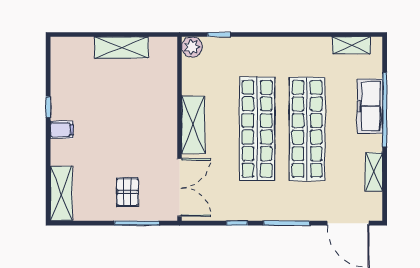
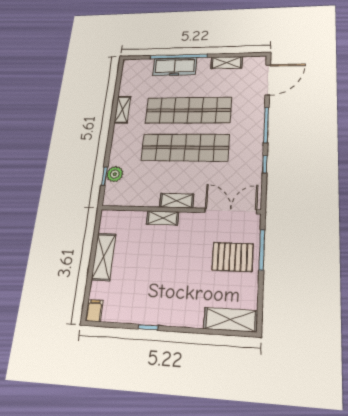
shelving: (352, 45) -> (122, 110), moved
plant: (192, 47) -> (115, 174), moved
shelving: (169, 111) -> (163, 218), added
shelving: (193, 125) -> (177, 201), width x0.67, depth x0.75
filing cabinet: (62, 130) -> (94, 311), moved
pallet: (128, 192) -> (233, 257), width x1.50, depth x1.42

